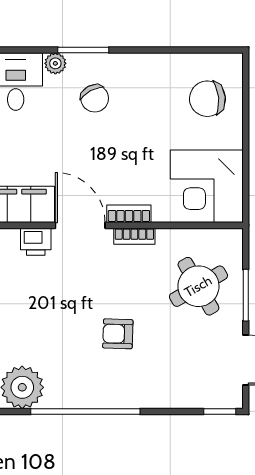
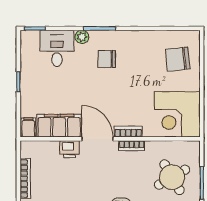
chair: (95, 98) -> (107, 59), turned 118

